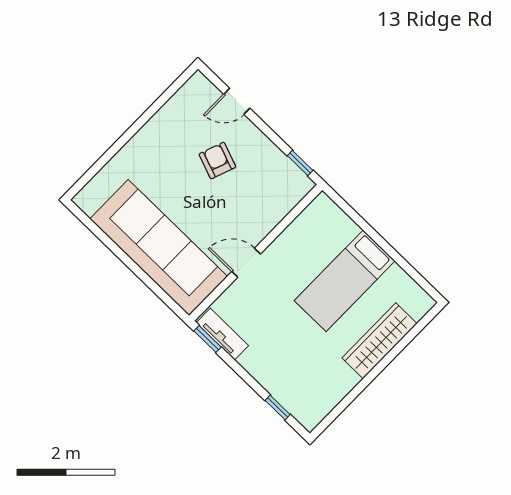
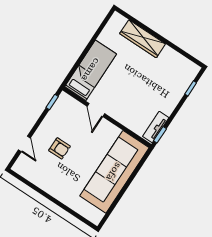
armchair: (217, 161) -> (60, 148), turned -110
door: (246, 263) -> (96, 110), moved
bed: (345, 281) -> (91, 70), moved, turned -90

